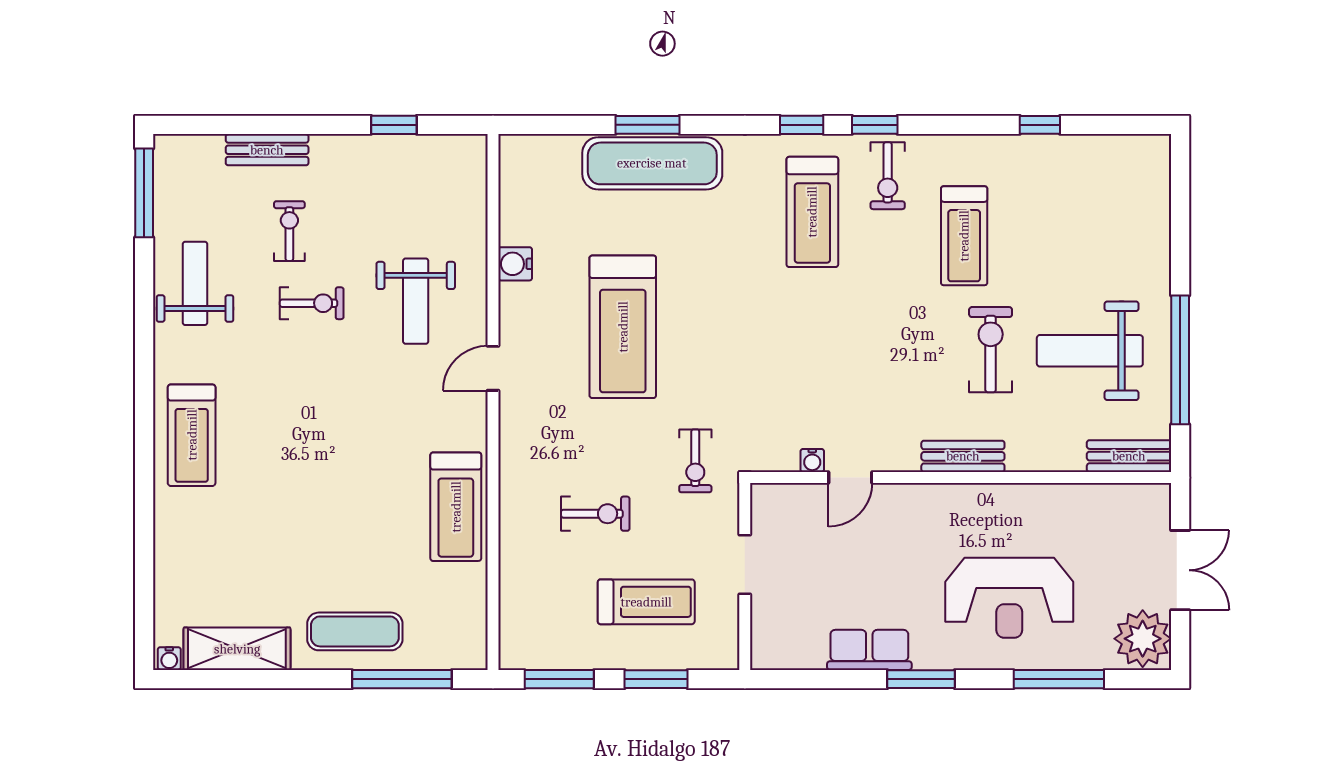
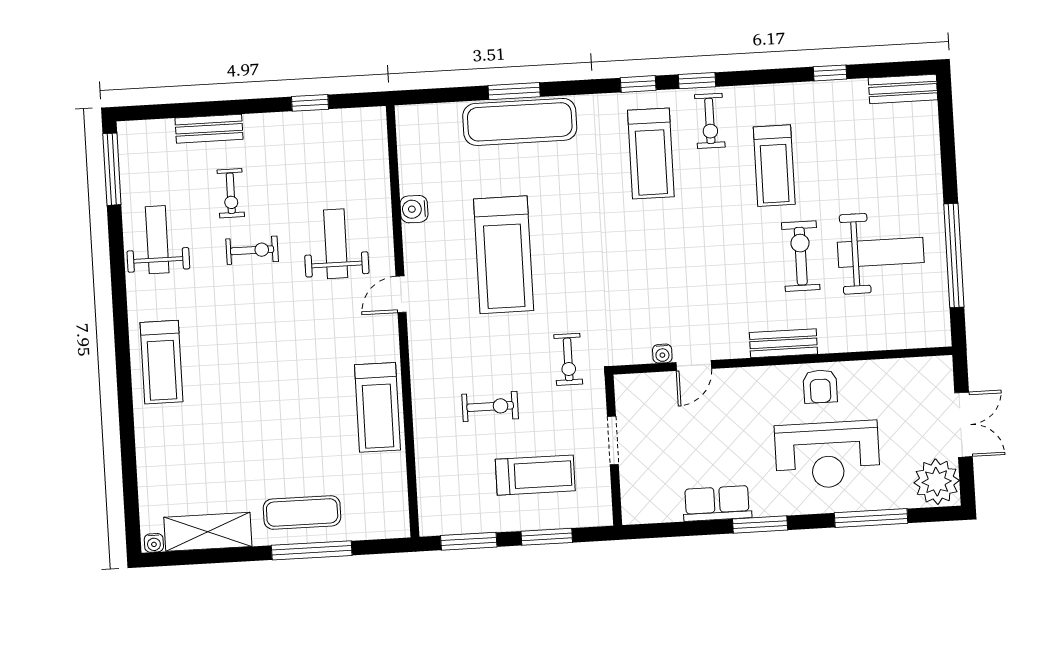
exercise bike: (289, 231) -> (231, 193), turned 180
weight bench: (416, 301) -> (336, 244), turned 180
weight bench: (1090, 351) -> (881, 252), turned 180
bench: (1129, 456) -> (903, 89), moved
armchair: (1005, 512) -> (820, 386), added
window: (402, 679) -> (312, 550), moved

